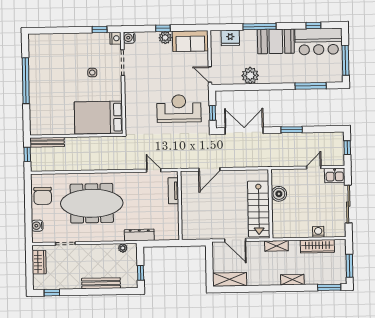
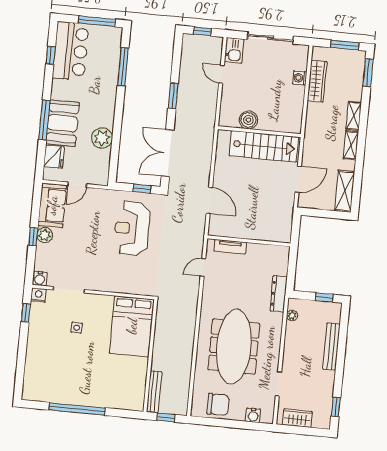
booth: (276, 41) -> (63, 123), moved
door: (210, 74) -> (77, 185), moved
shelving: (276, 246) -> (351, 145), moved

